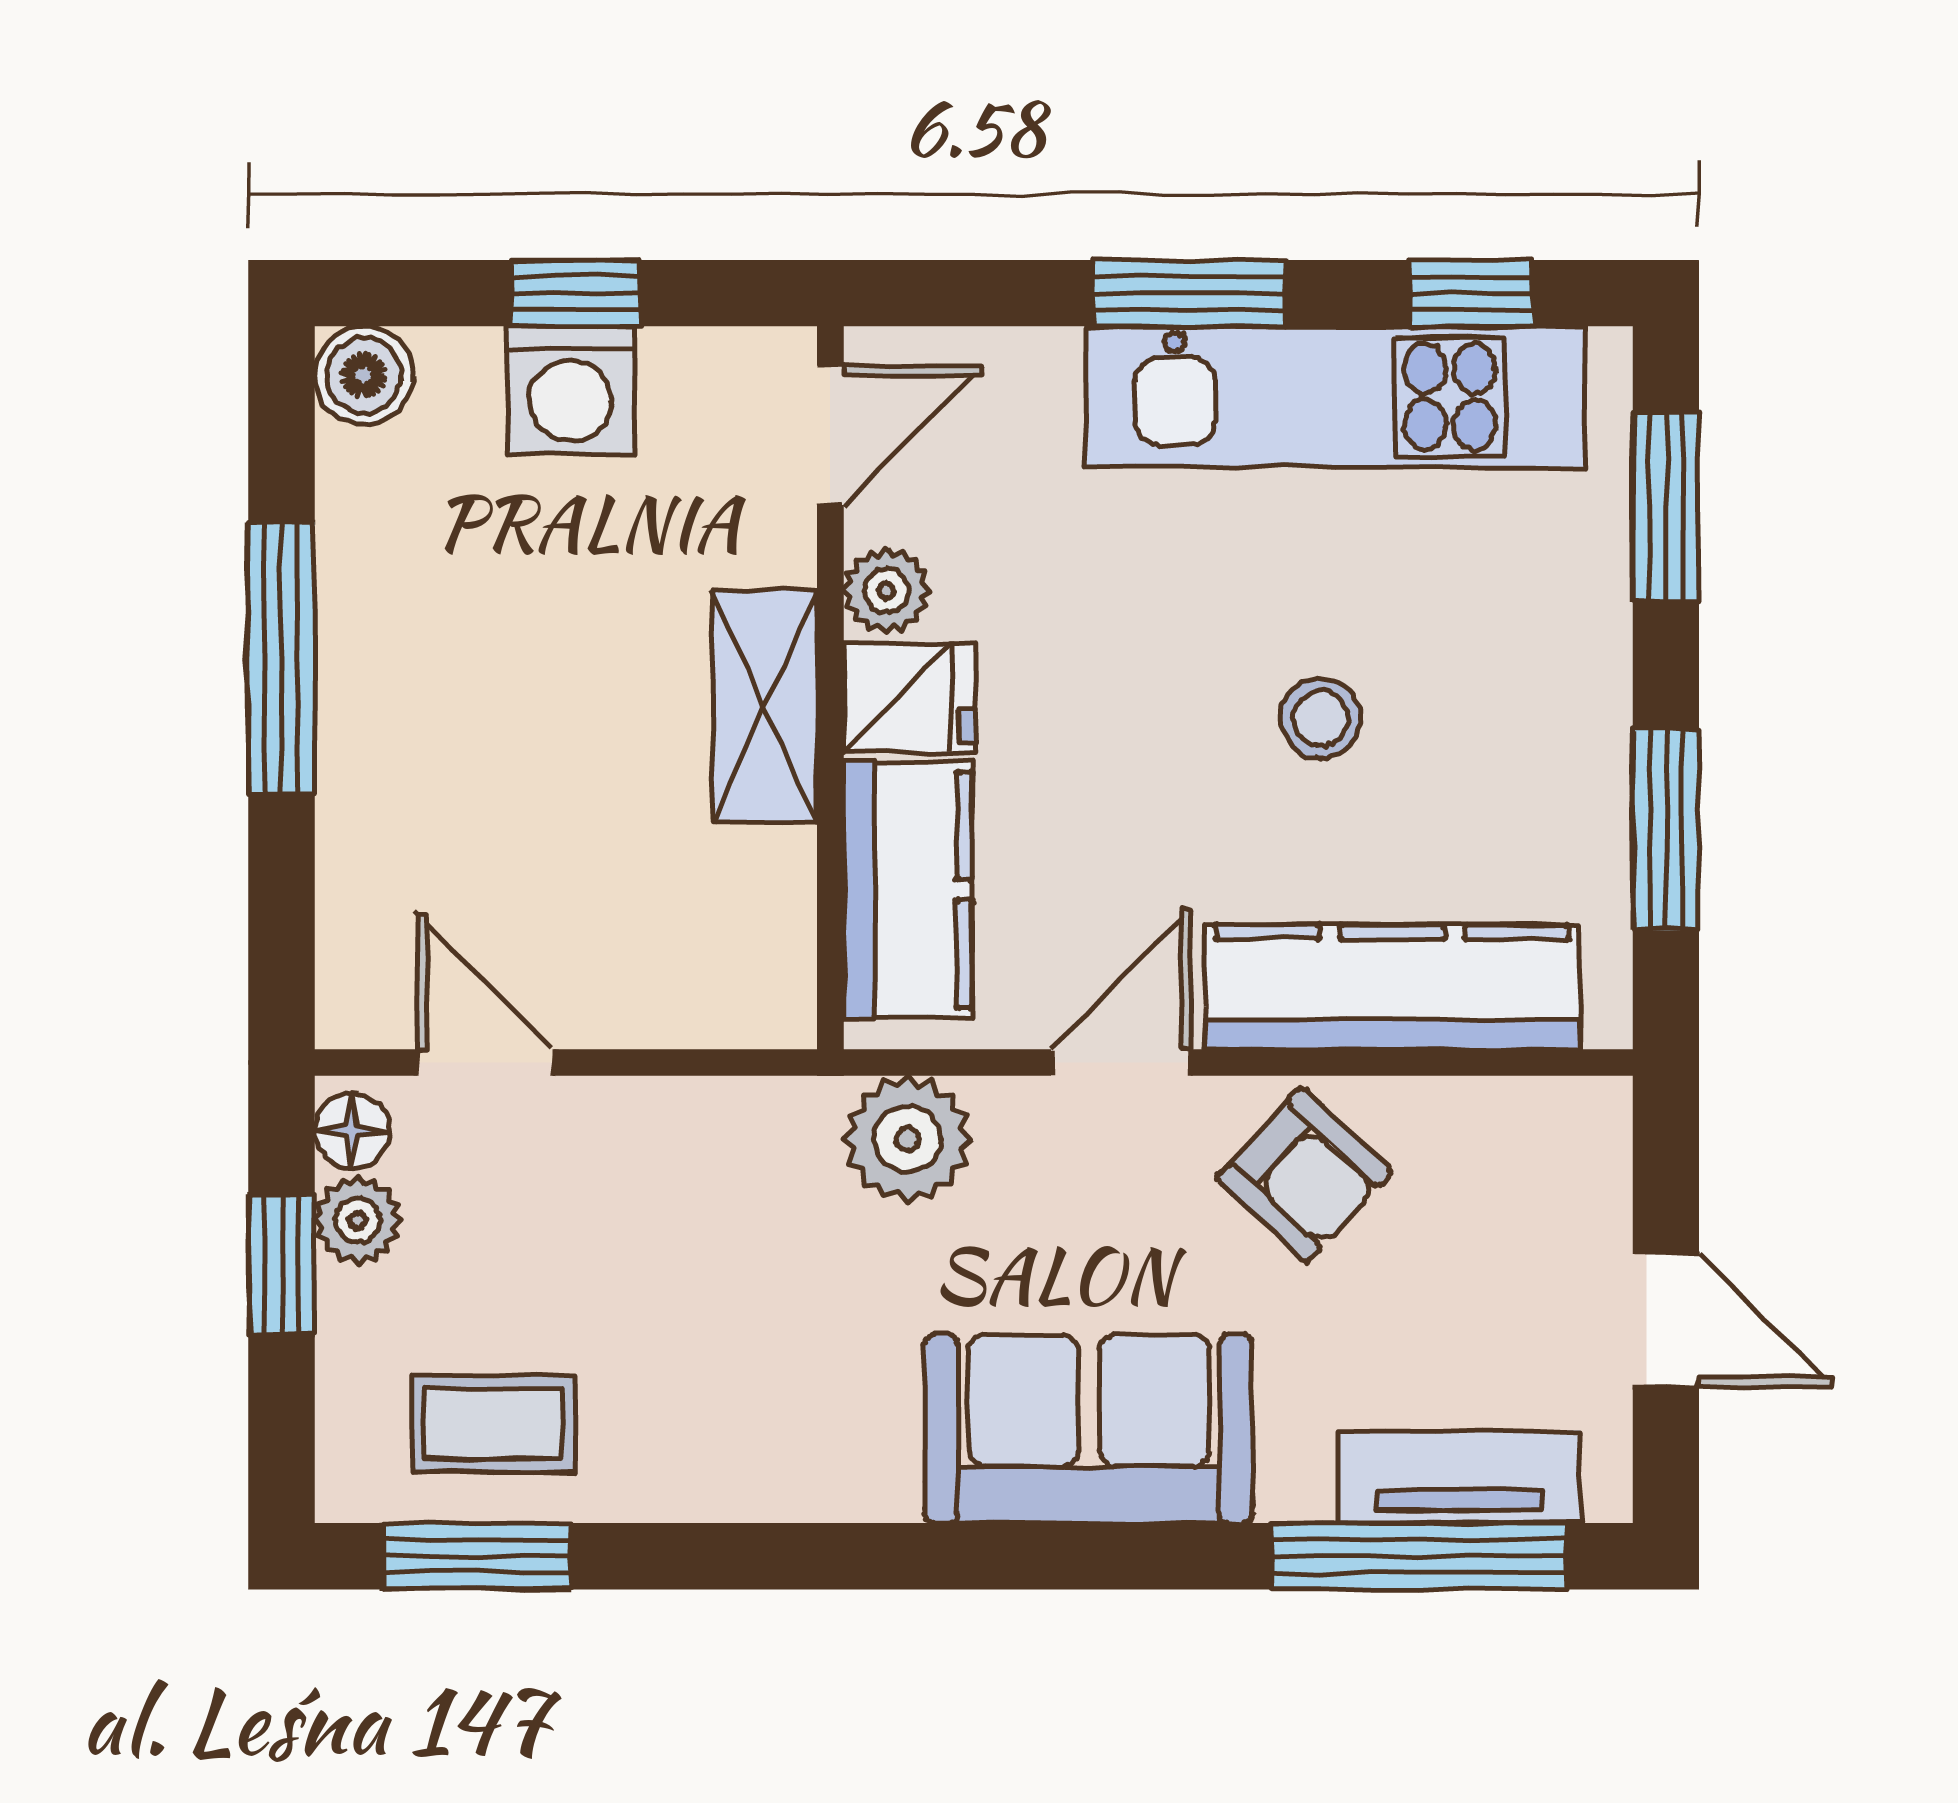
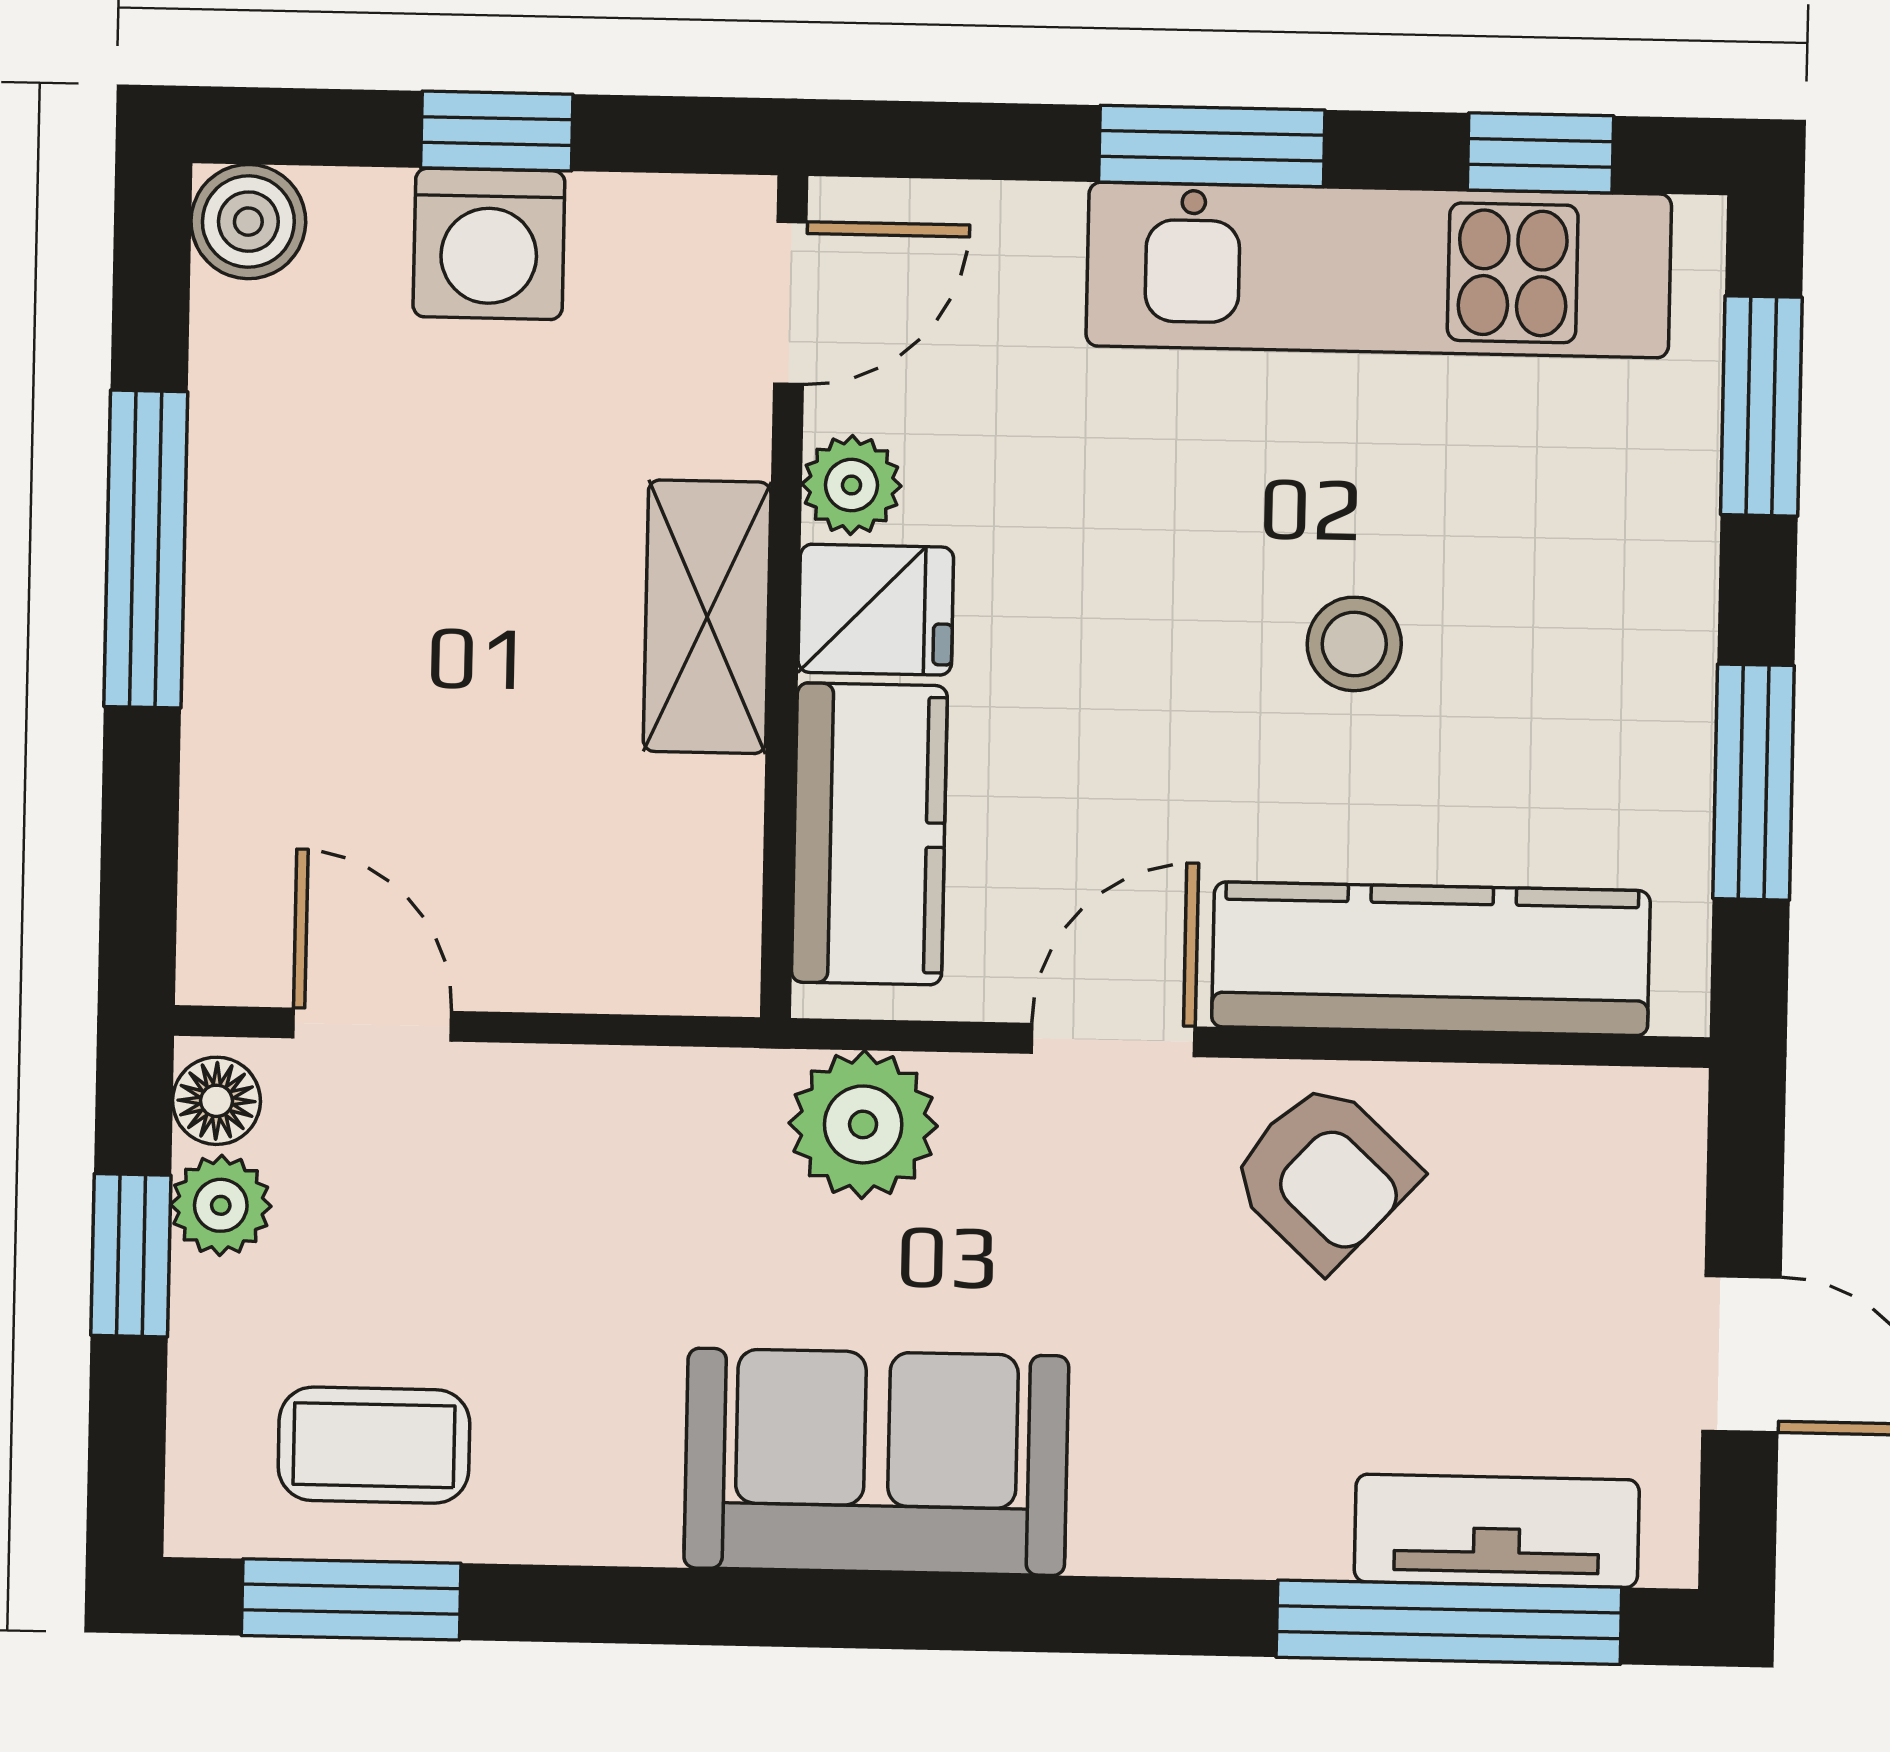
sofa: (1089, 1429) -> (876, 1462), moved

